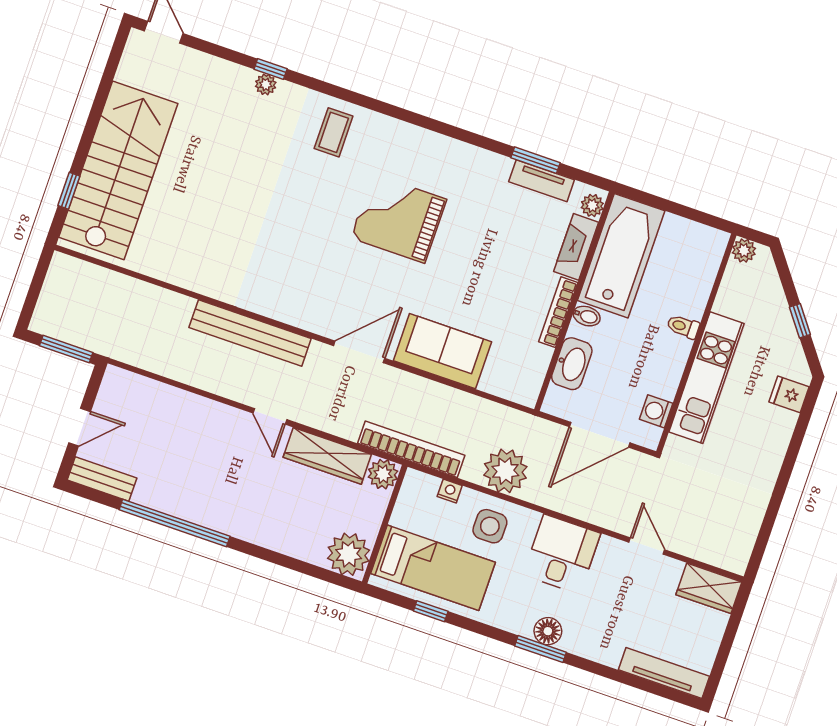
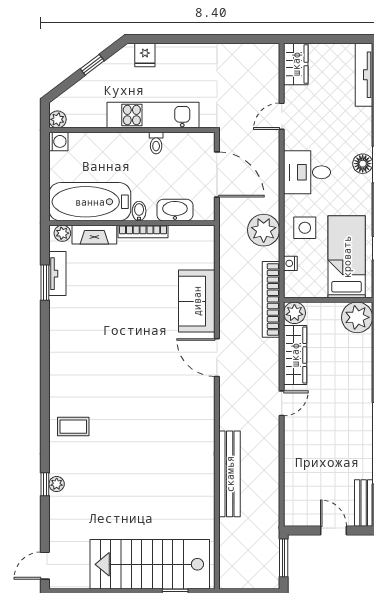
grand piano: (398, 219) -> (117, 362), removed
toilet: (683, 327) -> (156, 143), moved
bench: (250, 333) -> (230, 474), moved
washing machine: (656, 411) -> (58, 141), moved, turned -90

